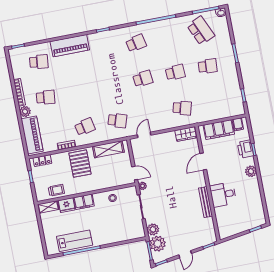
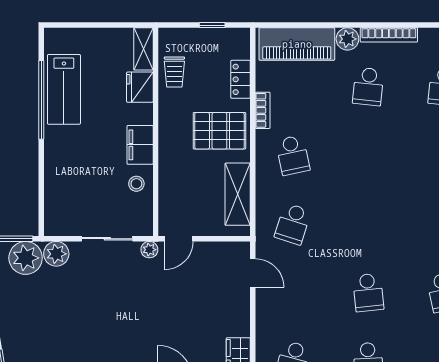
locker: (42, 161) -> (241, 79), moved
filing cabinet: (84, 202) -> (140, 145), moved

